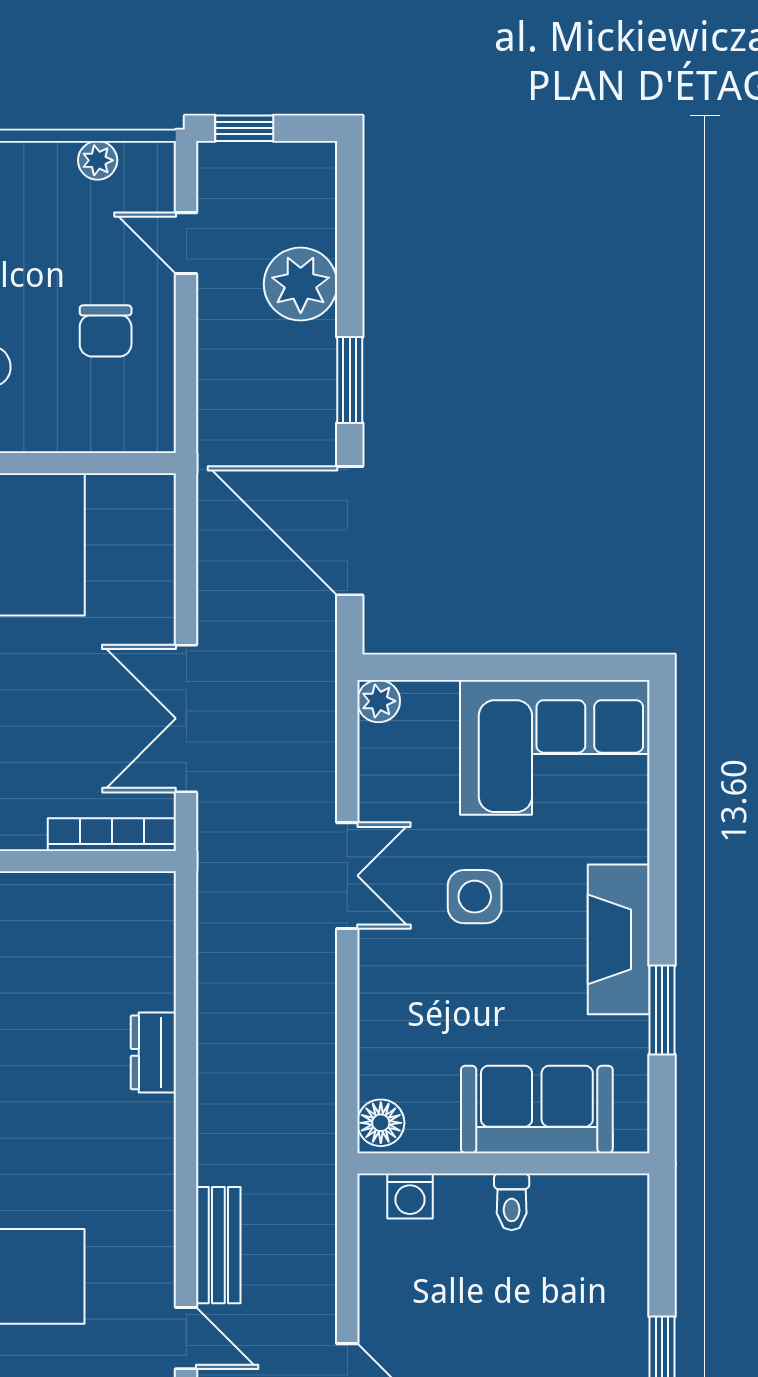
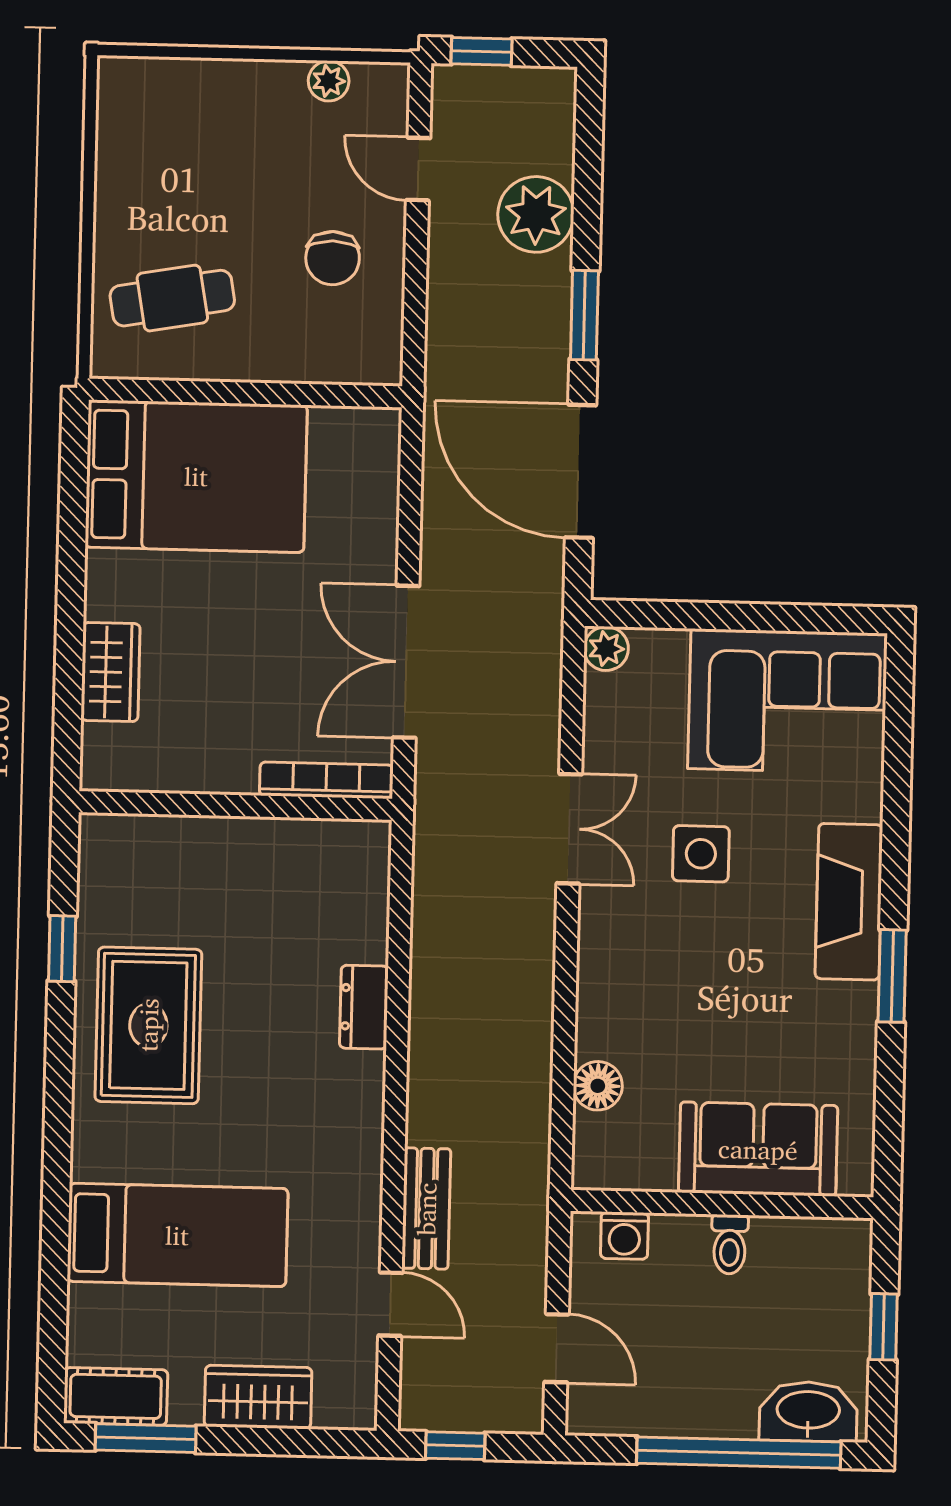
sofa: (537, 1109) -> (758, 1149), moved
wall: (503, 1163) -> (722, 1204), moved
washing machine: (410, 1196) -> (624, 1236), moved
toilet: (512, 1202) -> (730, 1244), moved

